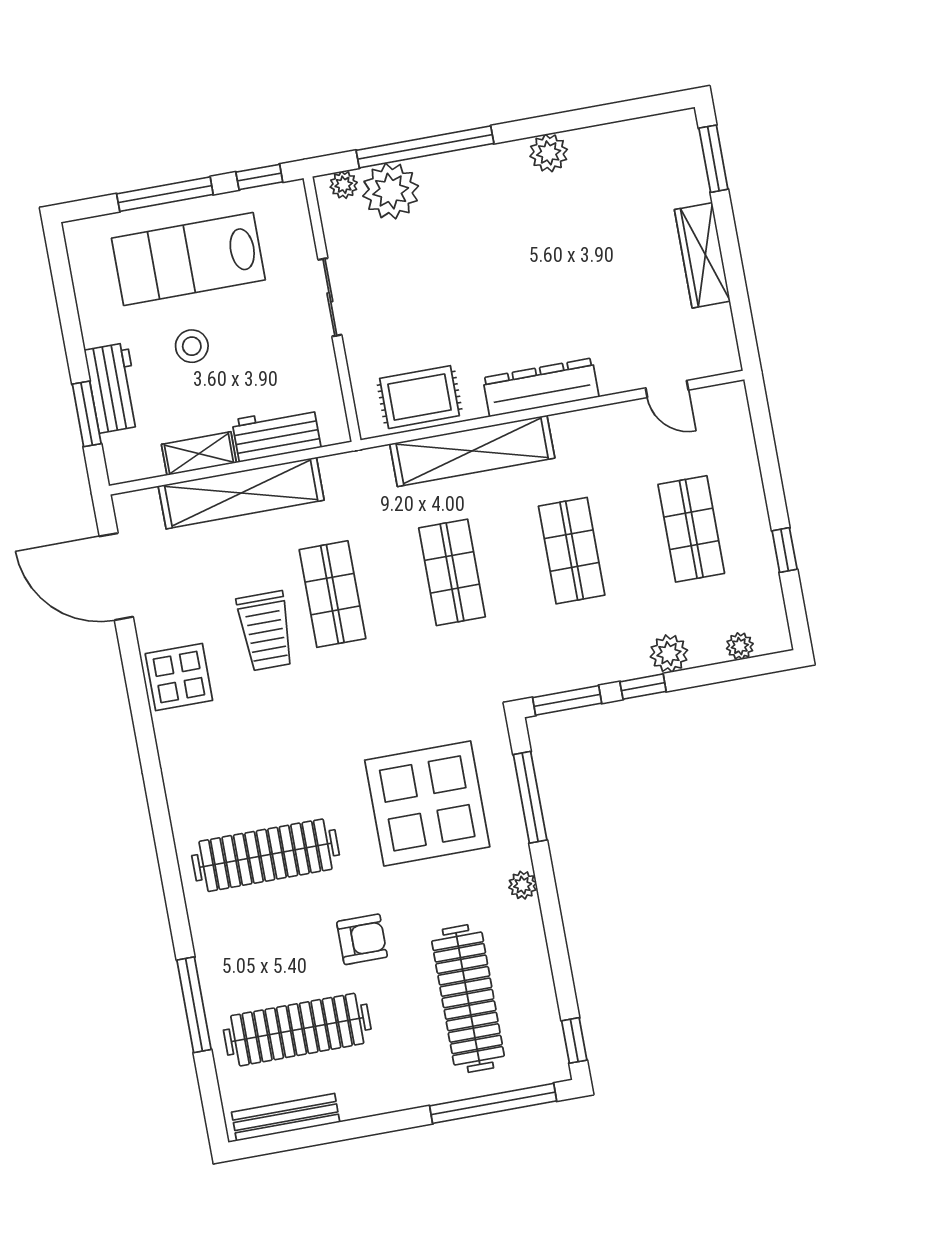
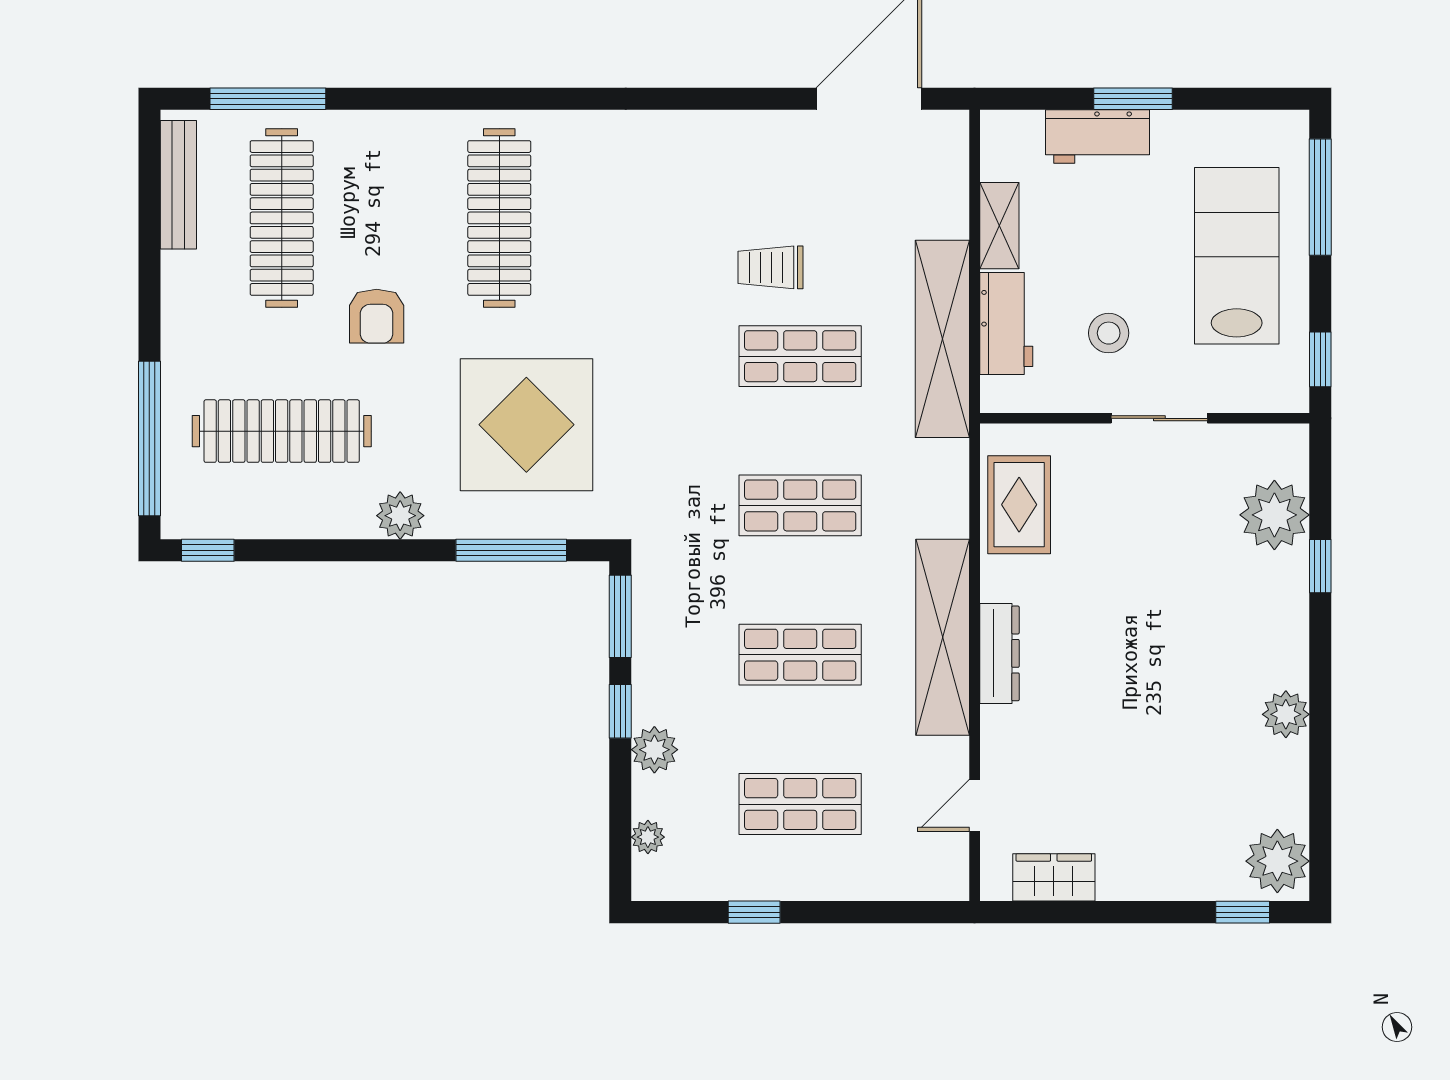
window: (425, 147) -> (1320, 566), width x0.32
window: (713, 159) -> (1243, 912), width x0.67
plant: (344, 185) -> (1277, 861), moved, width x1.88, depth x1.88
window: (165, 194) -> (1320, 197), moved
wardrobe: (702, 255) -> (1054, 877), moved, width x0.67
stool: (192, 346) -> (1109, 333), moved
dresser: (541, 387) -> (999, 653), width x0.73, depth x0.80
window: (87, 414) -> (1133, 99), moved
shelving: (472, 451) -> (943, 637), moved
shelving: (241, 493) -> (942, 339), moved
trolley: (266, 631) -> (770, 267), width x0.73, depth x0.72
display table: (179, 677) -> (734, 152), removed
plant: (523, 885) -> (400, 516), width x1.38, depth x1.38
window: (194, 1005) -> (268, 99), moved

